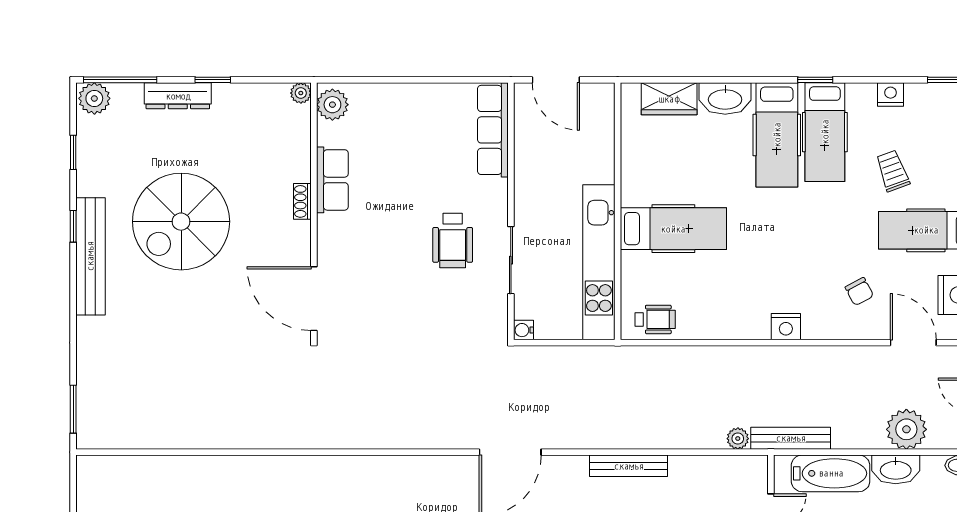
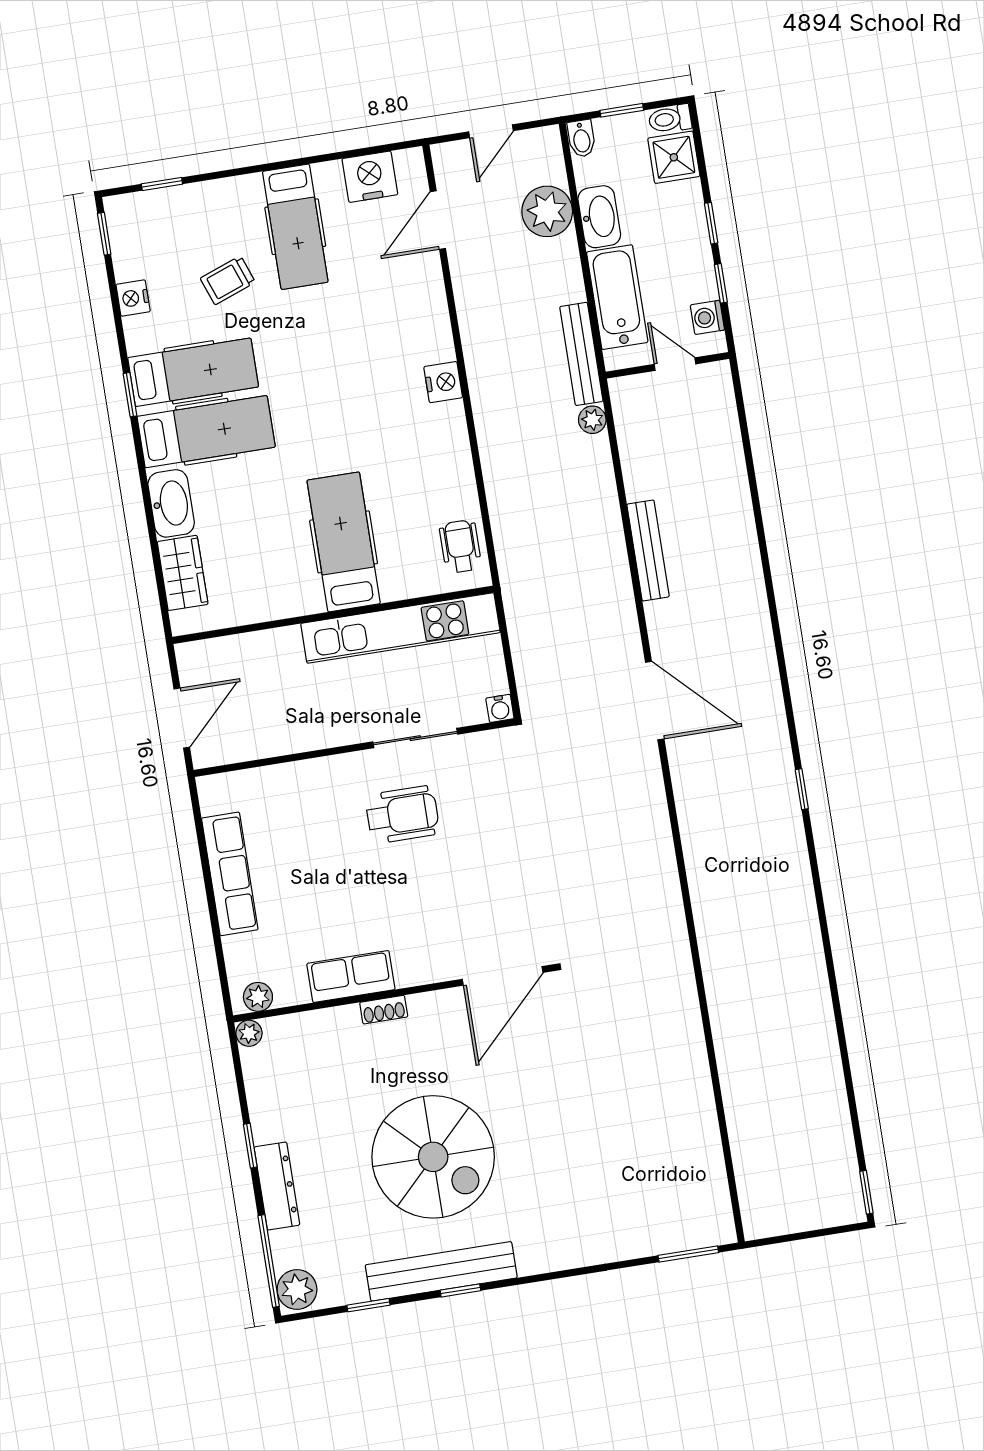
plant: (332, 105) -> (258, 997), width x0.73, depth x0.73
row of seats: (493, 130) -> (230, 874), moved, turned -90
bench: (90, 256) -> (441, 1271), moved
chair: (859, 292) -> (385, 298), removed

